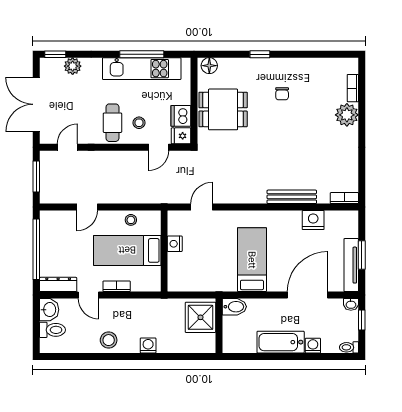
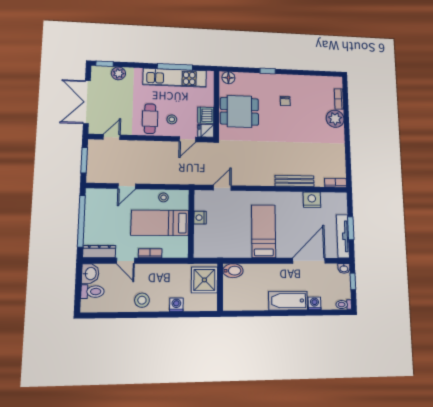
bidet: (234, 307) -> (233, 271), moved
shower: (200, 317) -> (204, 280), moved
wall: (219, 326) -> (220, 287), moved

